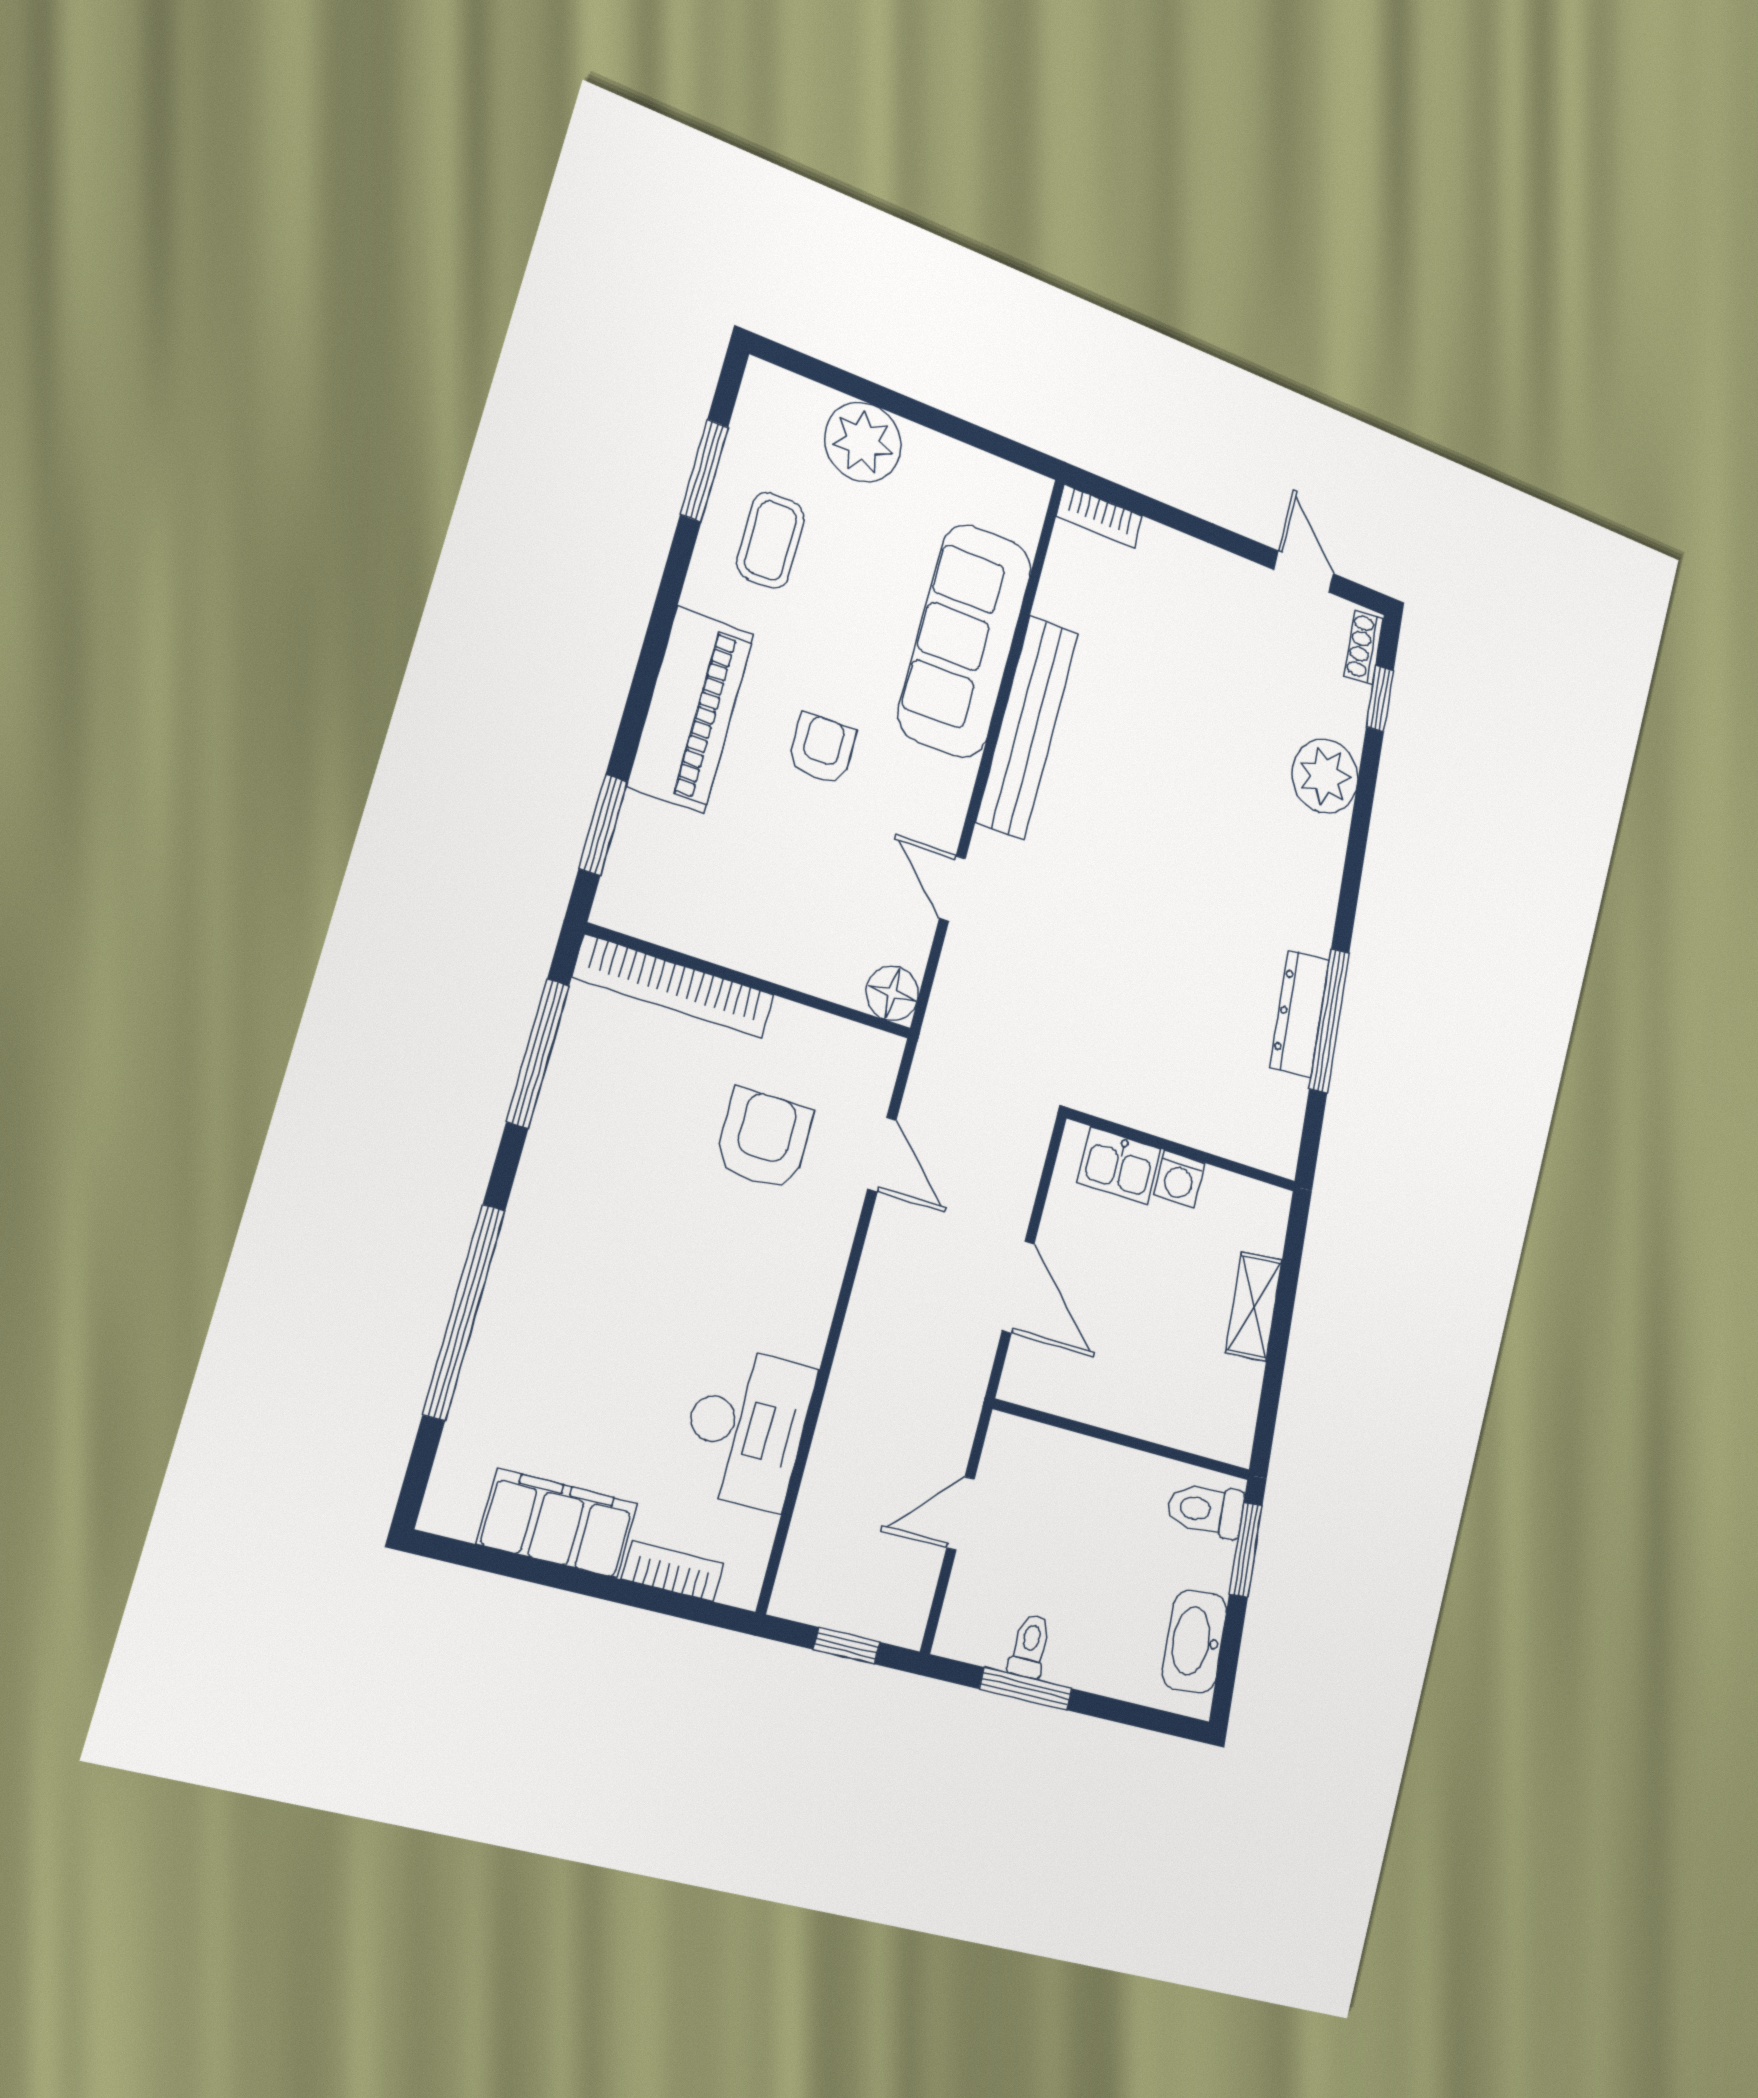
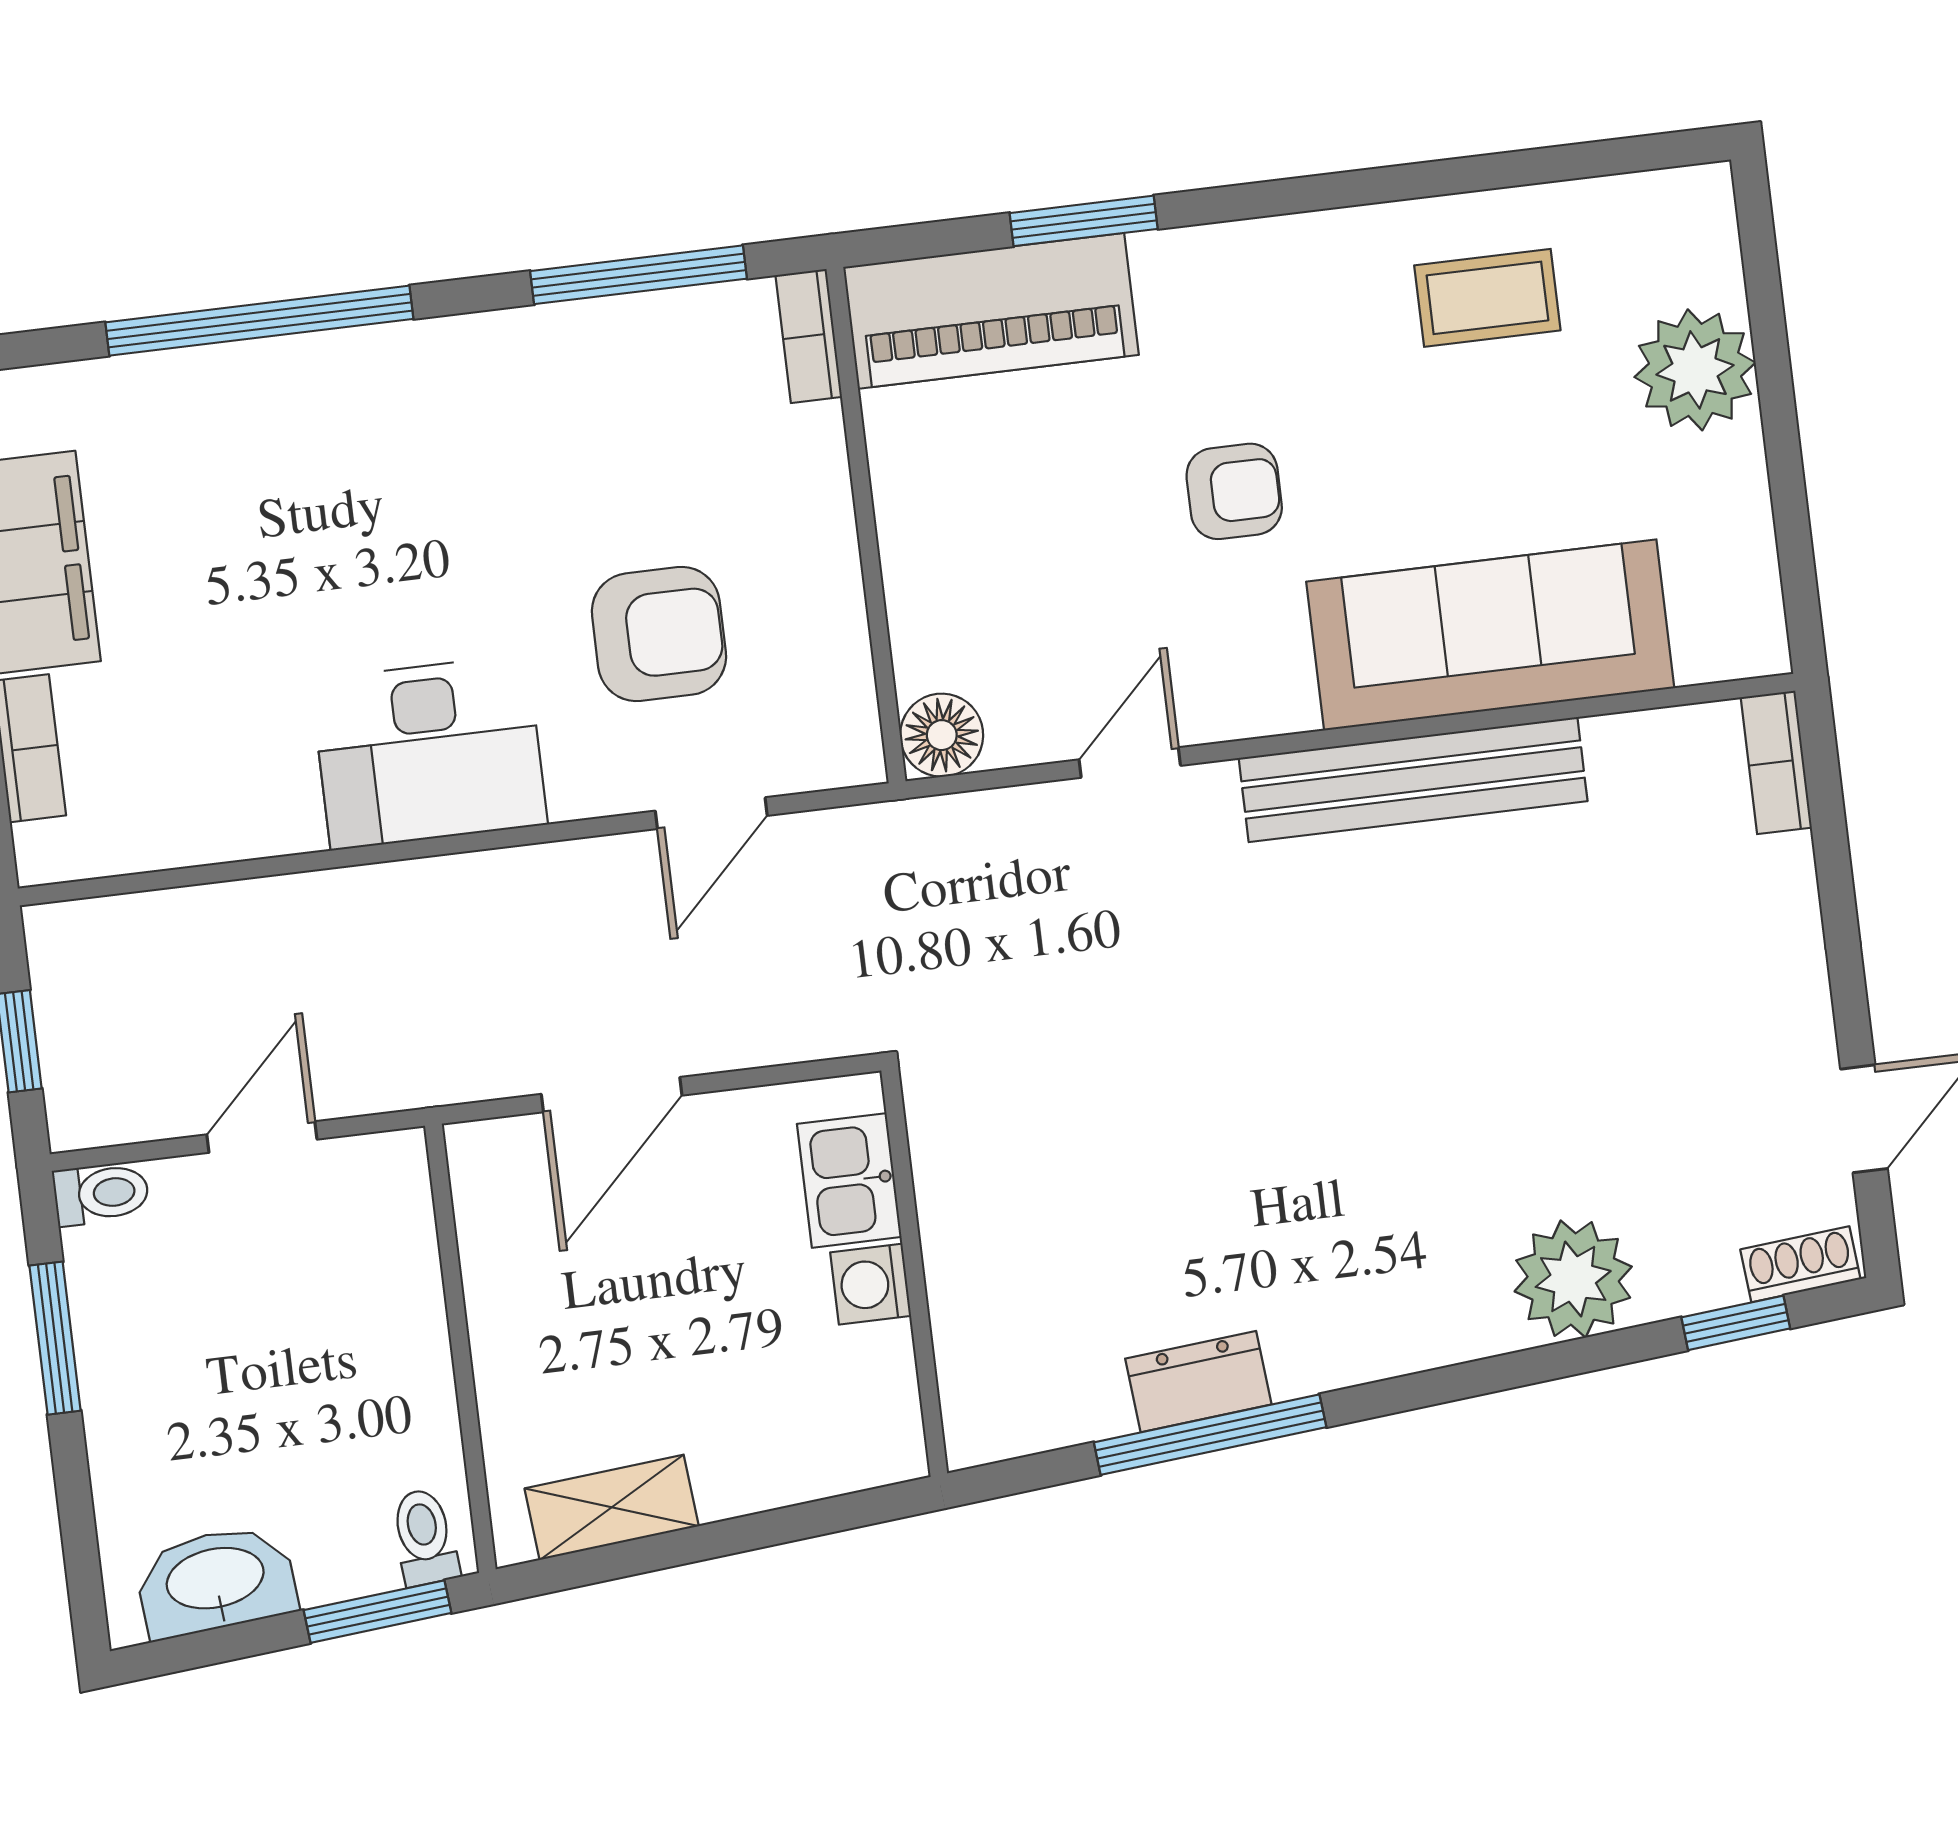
window: (704, 471) -> (1535, 166), removed
piano: (691, 710) -> (991, 311), moved
window: (603, 825) -> (1084, 221), moved
bookcase: (674, 986) -> (809, 336), width x0.43, depth x0.76
dresser: (1300, 1014) -> (1198, 1382), width x0.70
shelving: (1254, 1307) -> (612, 1507), moved
desk: (747, 1428) -> (429, 752), moved
toilet: (1206, 1510) -> (424, 1537), width x0.73, depth x0.72
door: (961, 1513) -> (262, 1137), hinge flipped
toilet: (1030, 1646) -> (101, 1194), moved

